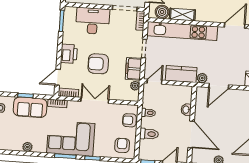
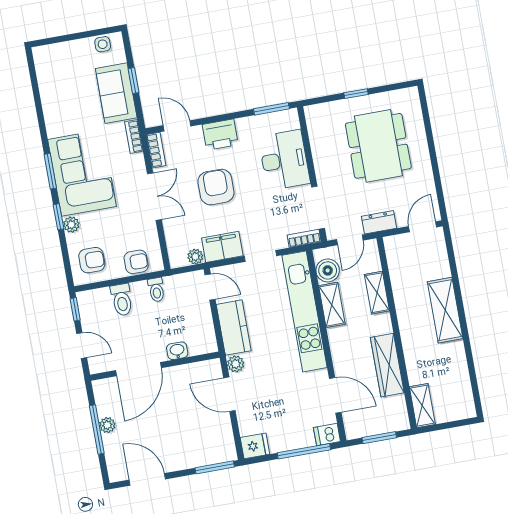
armchair: (129, 120) -> (136, 262), turned 90
plant: (27, 147) -> (71, 225), moved

